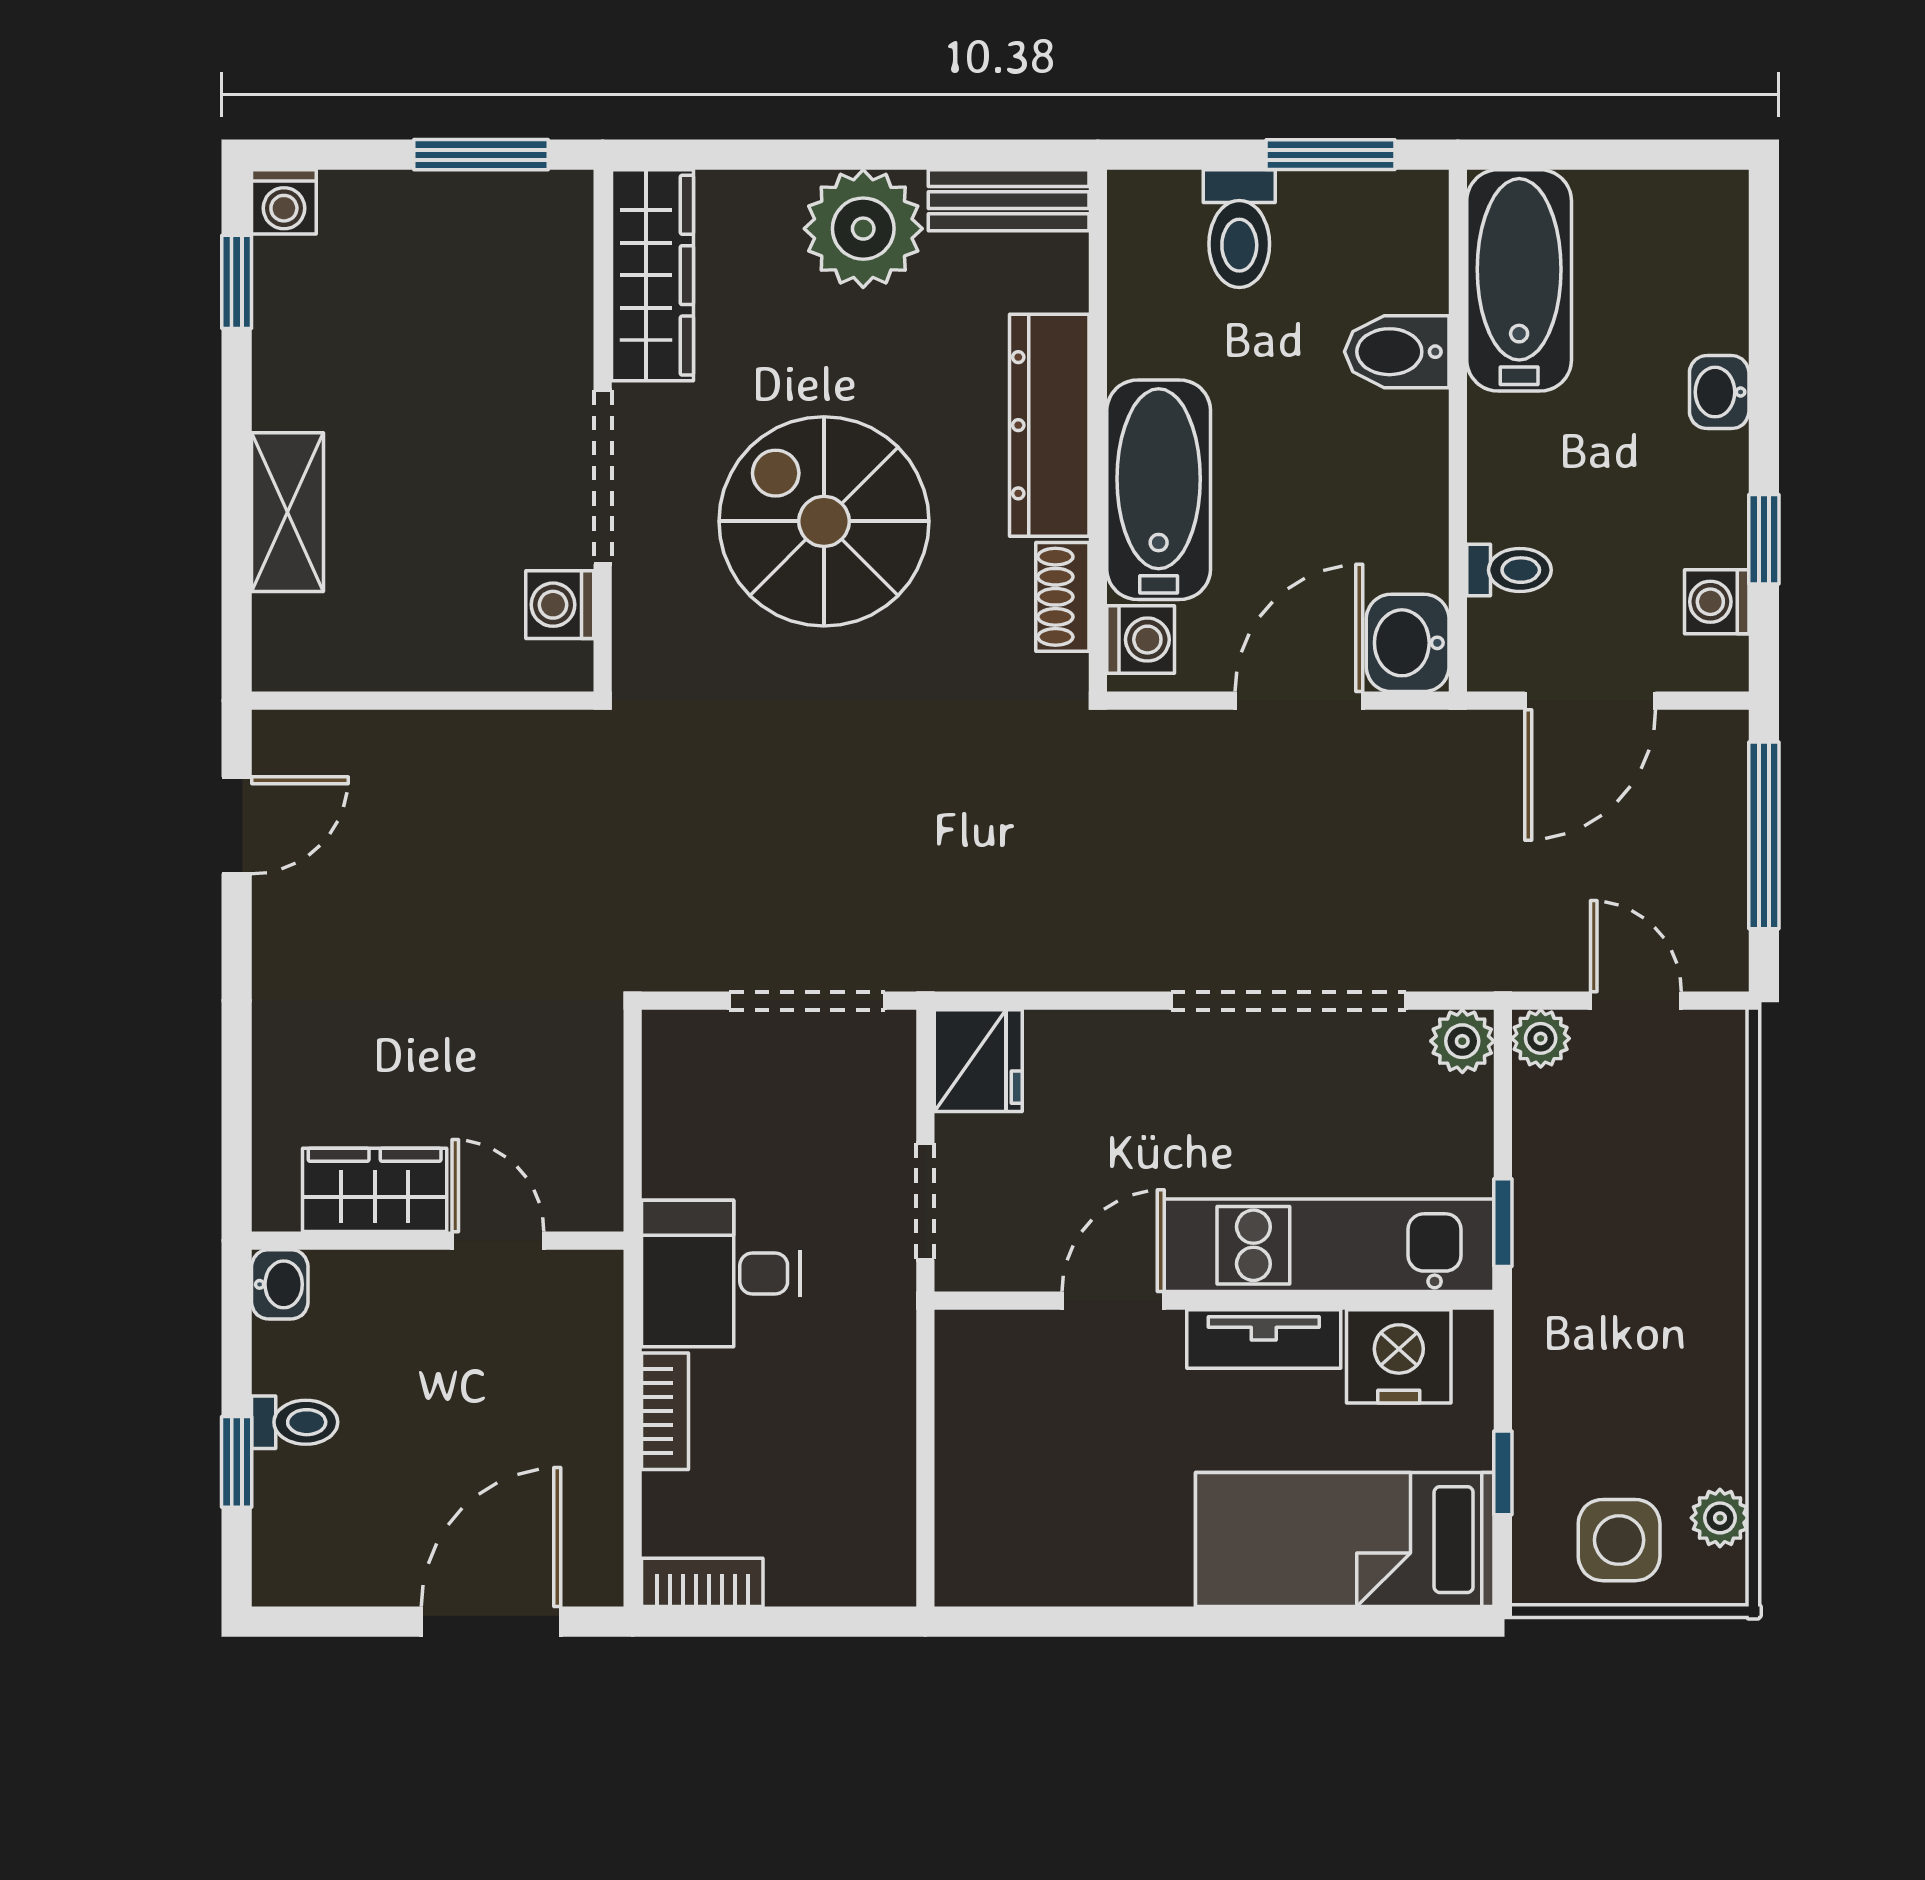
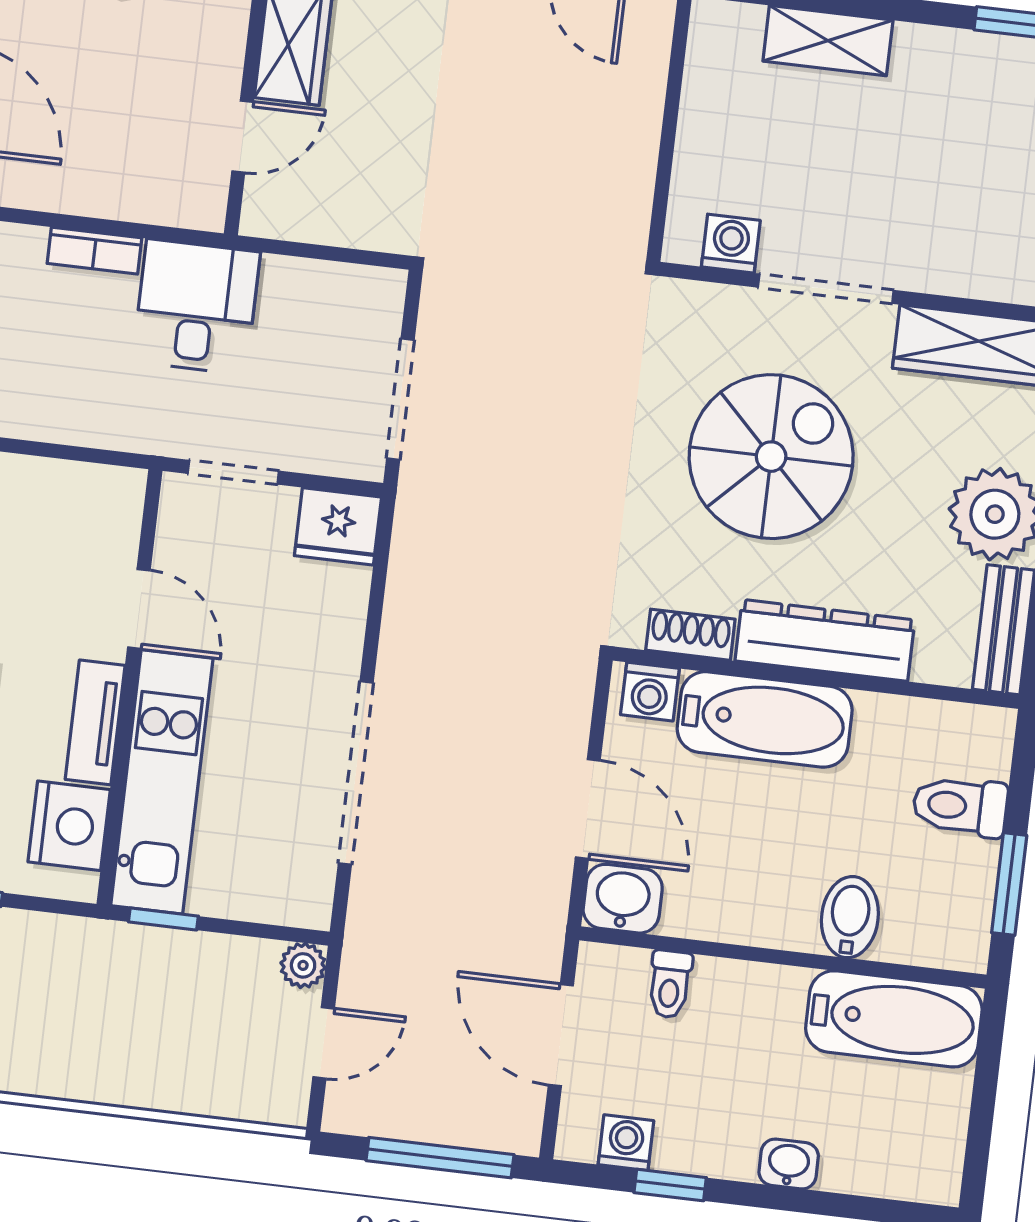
plant: (1462, 1041) -> (308, 904), removed

